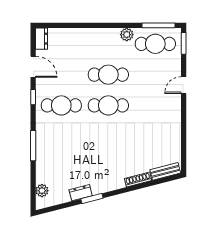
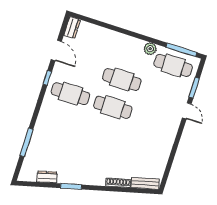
window: (184, 43) -> (194, 88), moved
door: (184, 85) -> (187, 111), swing flipped
window: (33, 146) -> (27, 142), moved
plant: (42, 191) -> (28, 165), removed
dresser: (81, 193) -> (47, 177), moved

